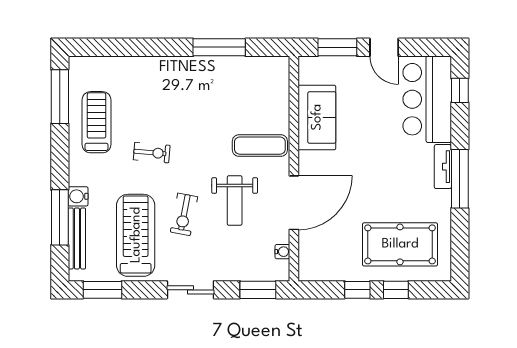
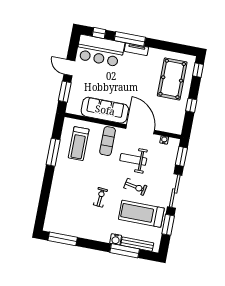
door: (384, 47) -> (69, 68), swing flipped
sofa: (317, 117) -> (105, 110), width x1.36
treadmill: (96, 122) -> (79, 144), moved, turned -90
window: (460, 179) -> (130, 39), moved
weight bench: (235, 200) -> (133, 159), turned 180
window: (102, 290) -> (168, 225), moved
sliding door: (190, 290) -> (175, 191), width x1.37
window: (396, 290) -> (198, 70), moved

